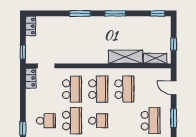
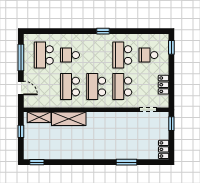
window: (80, 13) -> (126, 162), moved
window: (115, 13) -> (79, 162), removed
locker: (31, 78) -> (164, 85), moved
window: (174, 118) -> (21, 57), width x1.44
school desk: (98, 121) -> (70, 55), moved

